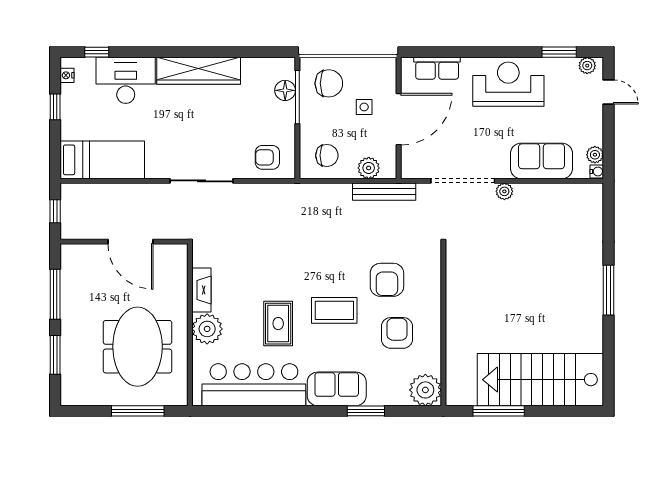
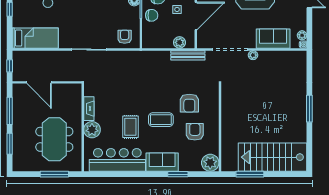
chair: (327, 155) -> (152, 15), moved
armchair: (267, 157) -> (125, 37), turned 90
door: (130, 242) -> (39, 82), moved

